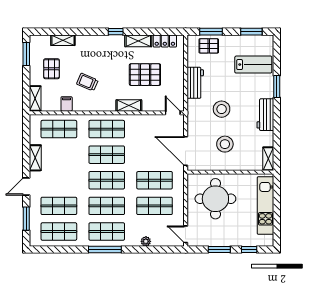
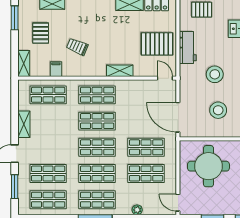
pallet: (145, 75) -> (157, 44), moved

